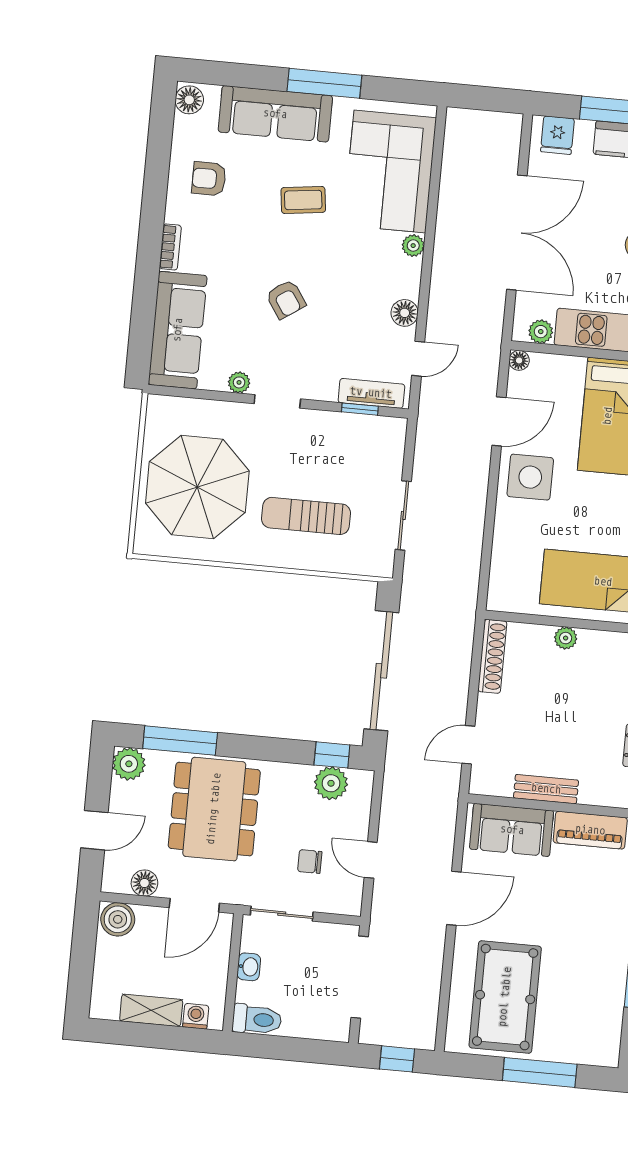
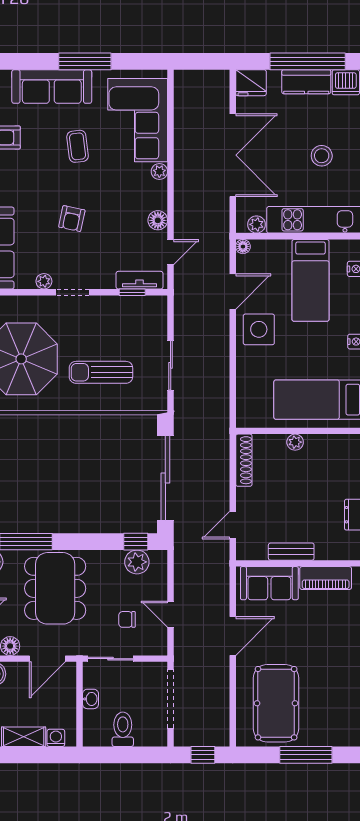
fridge: (557, 135) -> (251, 83), width x1.38
coffee table: (303, 200) -> (78, 146), turned 90
armchair: (286, 299) -> (72, 219), turned 46
toilet: (257, 1019) -> (123, 729), moved, turned -90

